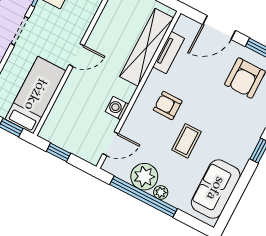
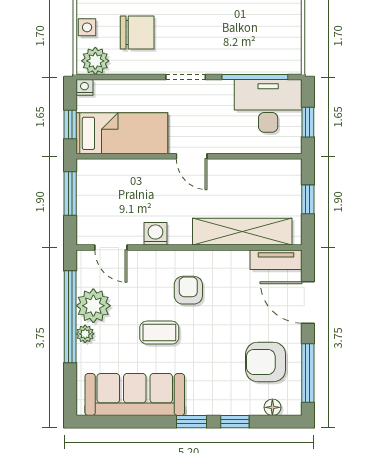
tv unit: (169, 53) -> (276, 260), moved
window: (58, 152) -> (70, 193), width x1.50
sofa: (216, 189) -> (135, 395), width x1.36

